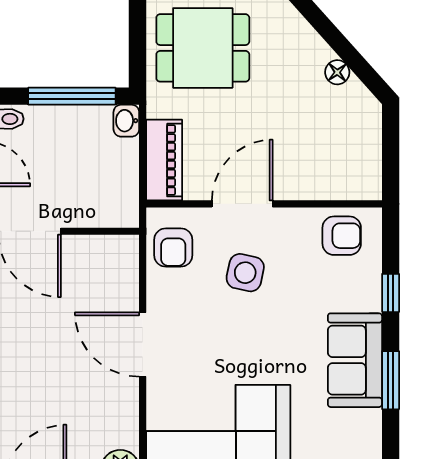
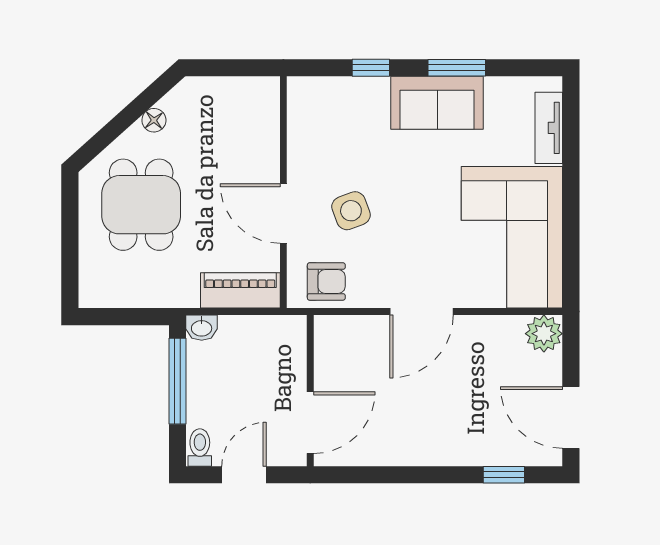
dining table: (203, 48) -> (141, 205), moved
armchair: (342, 236) -> (315, 116), removed
side table: (245, 273) -> (351, 211), turned -33

